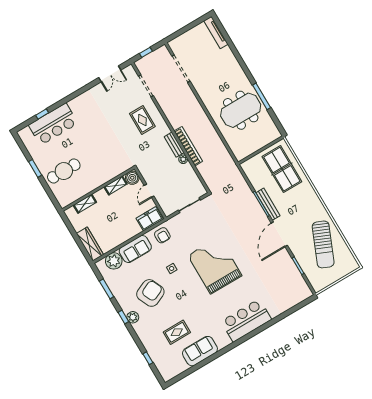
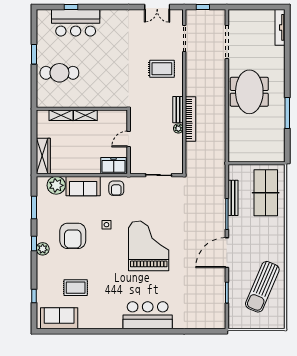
meeting table: (241, 110) -> (249, 92), moved, turned 90
rug: (142, 120) -> (162, 69), turned 90
boiler: (132, 178) -> (120, 117), removed
shelving: (116, 185) -> (85, 115), moved
bench: (268, 204) -> (233, 198), moved
armchair: (150, 293) -> (73, 236), turned 114
sofa: (200, 351) -> (59, 318), moved

